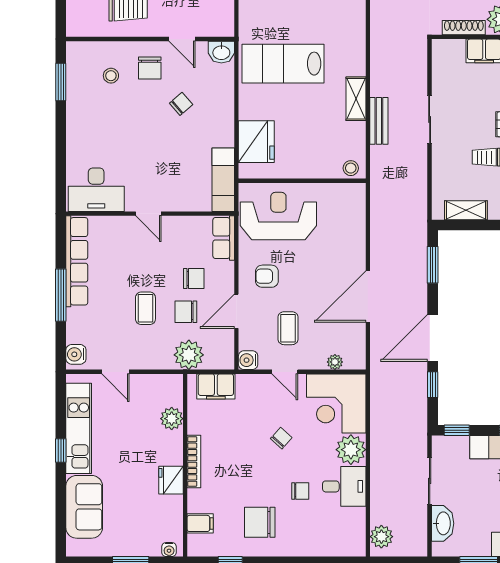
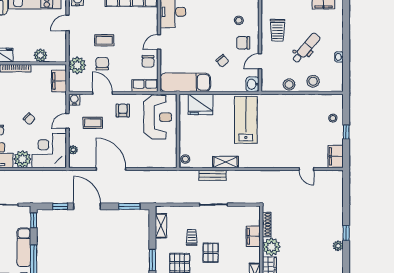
exam couch: (223, 180) -> (185, 82), width x1.36, depth x1.45
chair: (194, 278) -> (148, 61), moved

